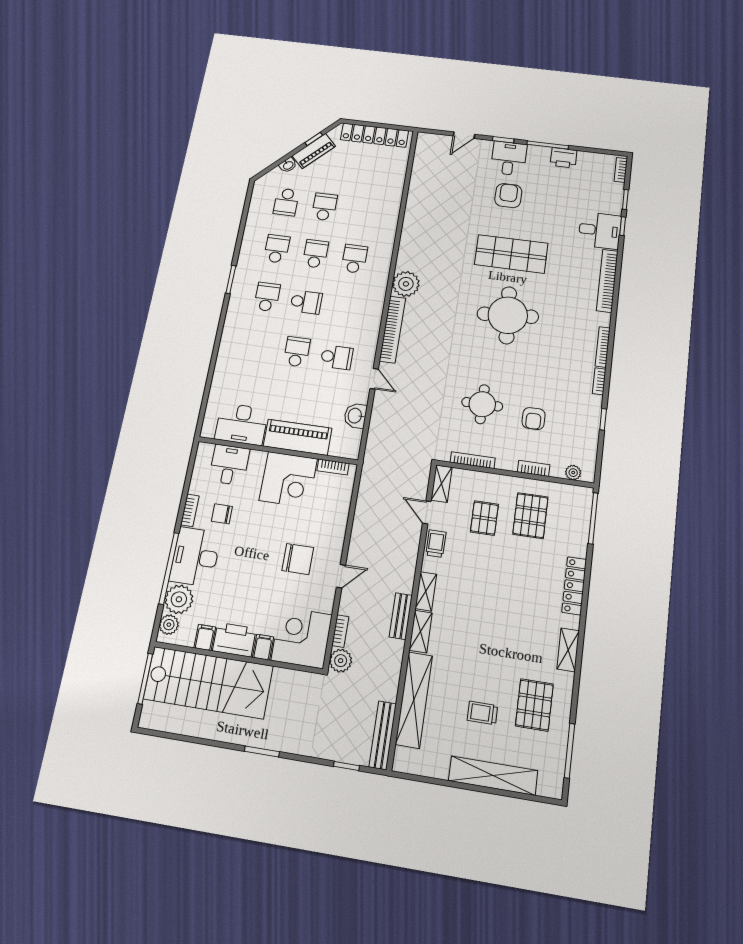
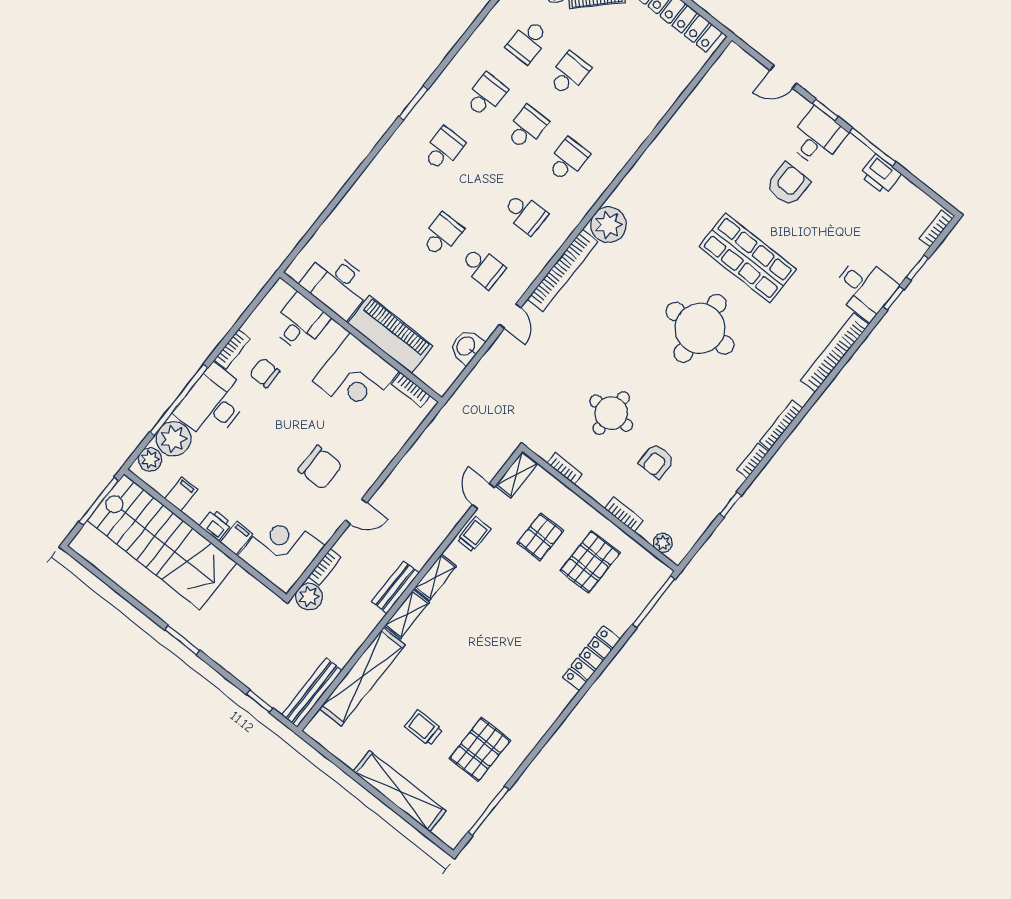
school desk: (306, 302) -> (525, 213), moved
bookcase: (473, 460) -> (564, 468), width x0.64
printer: (234, 640) -> (216, 525), width x0.53, depth x0.68
shelving: (568, 650) -> (546, 717), removed

